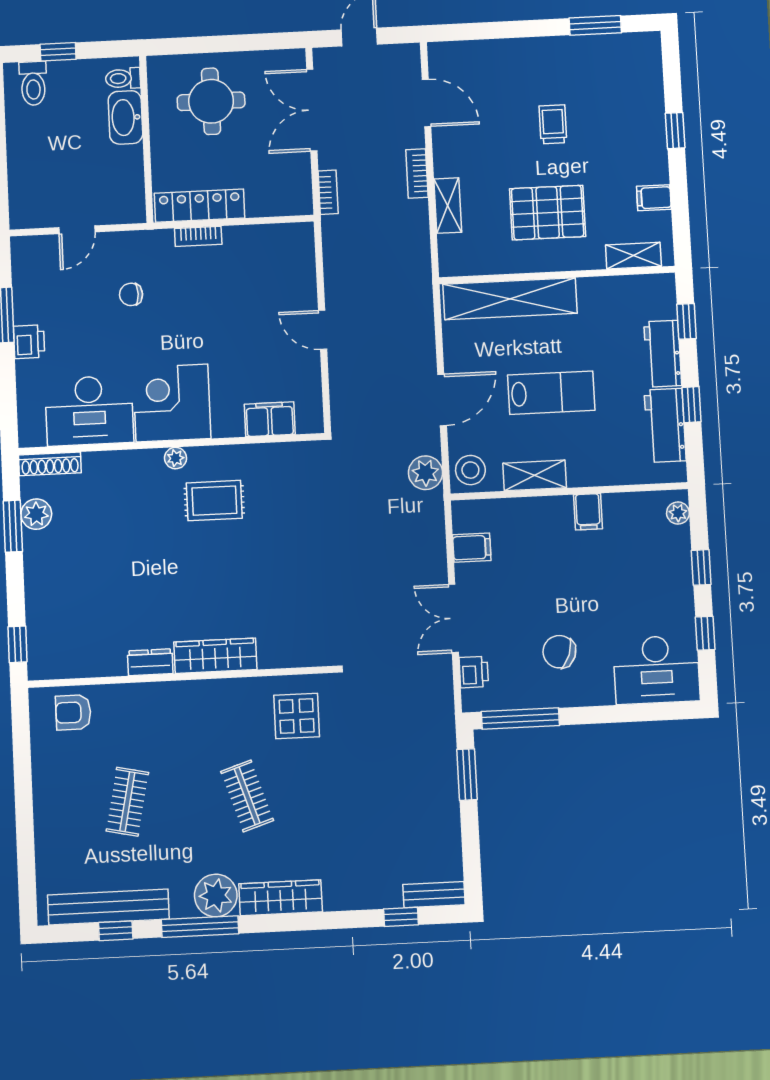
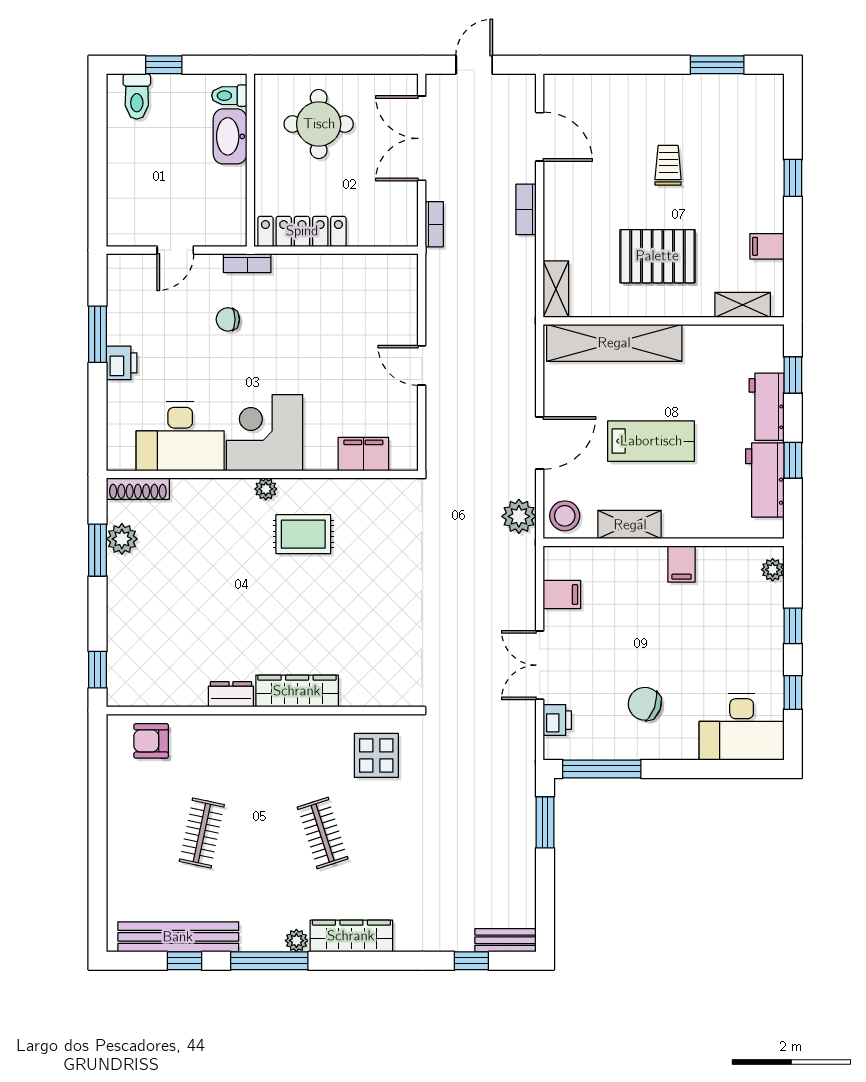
shelving: (448, 206) -> (556, 289), moved
bookcase: (198, 236) -> (247, 263), moved
plant: (216, 896) -> (296, 941), width x0.53, depth x0.53

